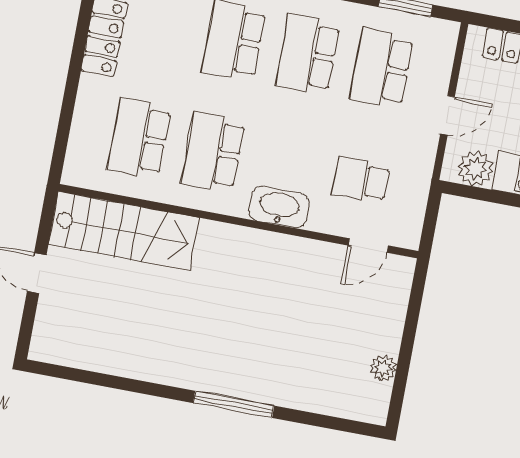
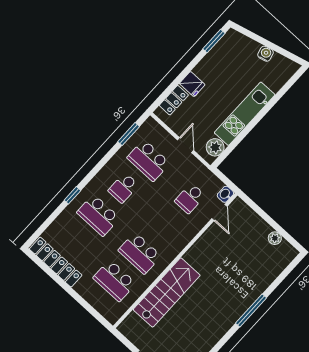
school desk: (308, 54) -> (123, 188), width x0.54
washbasin: (279, 207) -> (225, 194), moved, width x0.52, depth x0.69
stairs: (124, 231) -> (167, 292), moved

